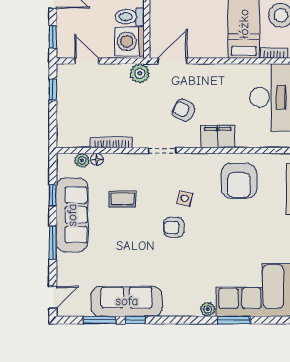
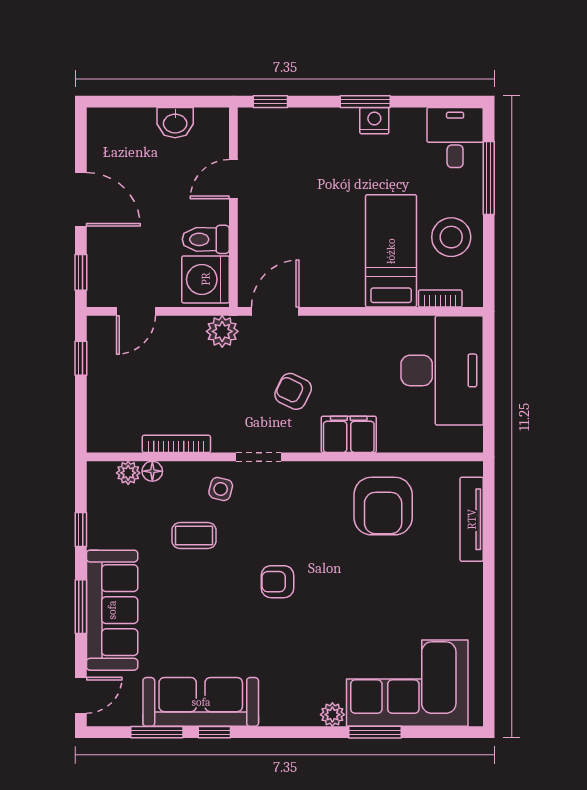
door: (87, 61) -> (136, 311), swing flipped
side table: (185, 198) -> (221, 489), moved
sofa: (72, 215) -> (112, 610), moved

